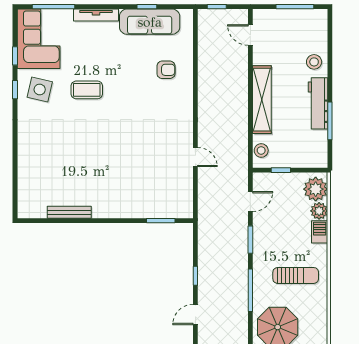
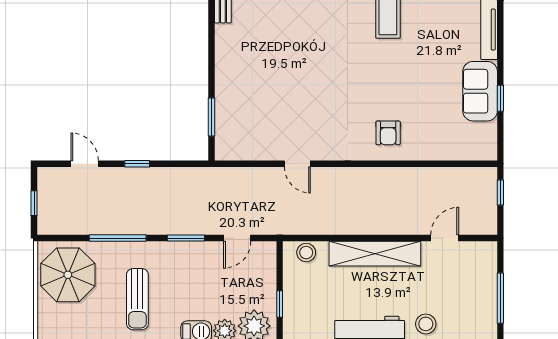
sofa: (150, 22) -> (480, 91), width x0.73
door: (250, 35) -> (445, 238), moved
armchair: (166, 70) -> (388, 133), moved
door: (195, 157) -> (297, 164), hinge flipped
window: (281, 170) -> (280, 304), moved
door: (250, 202) -> (237, 238), hinge flipped

